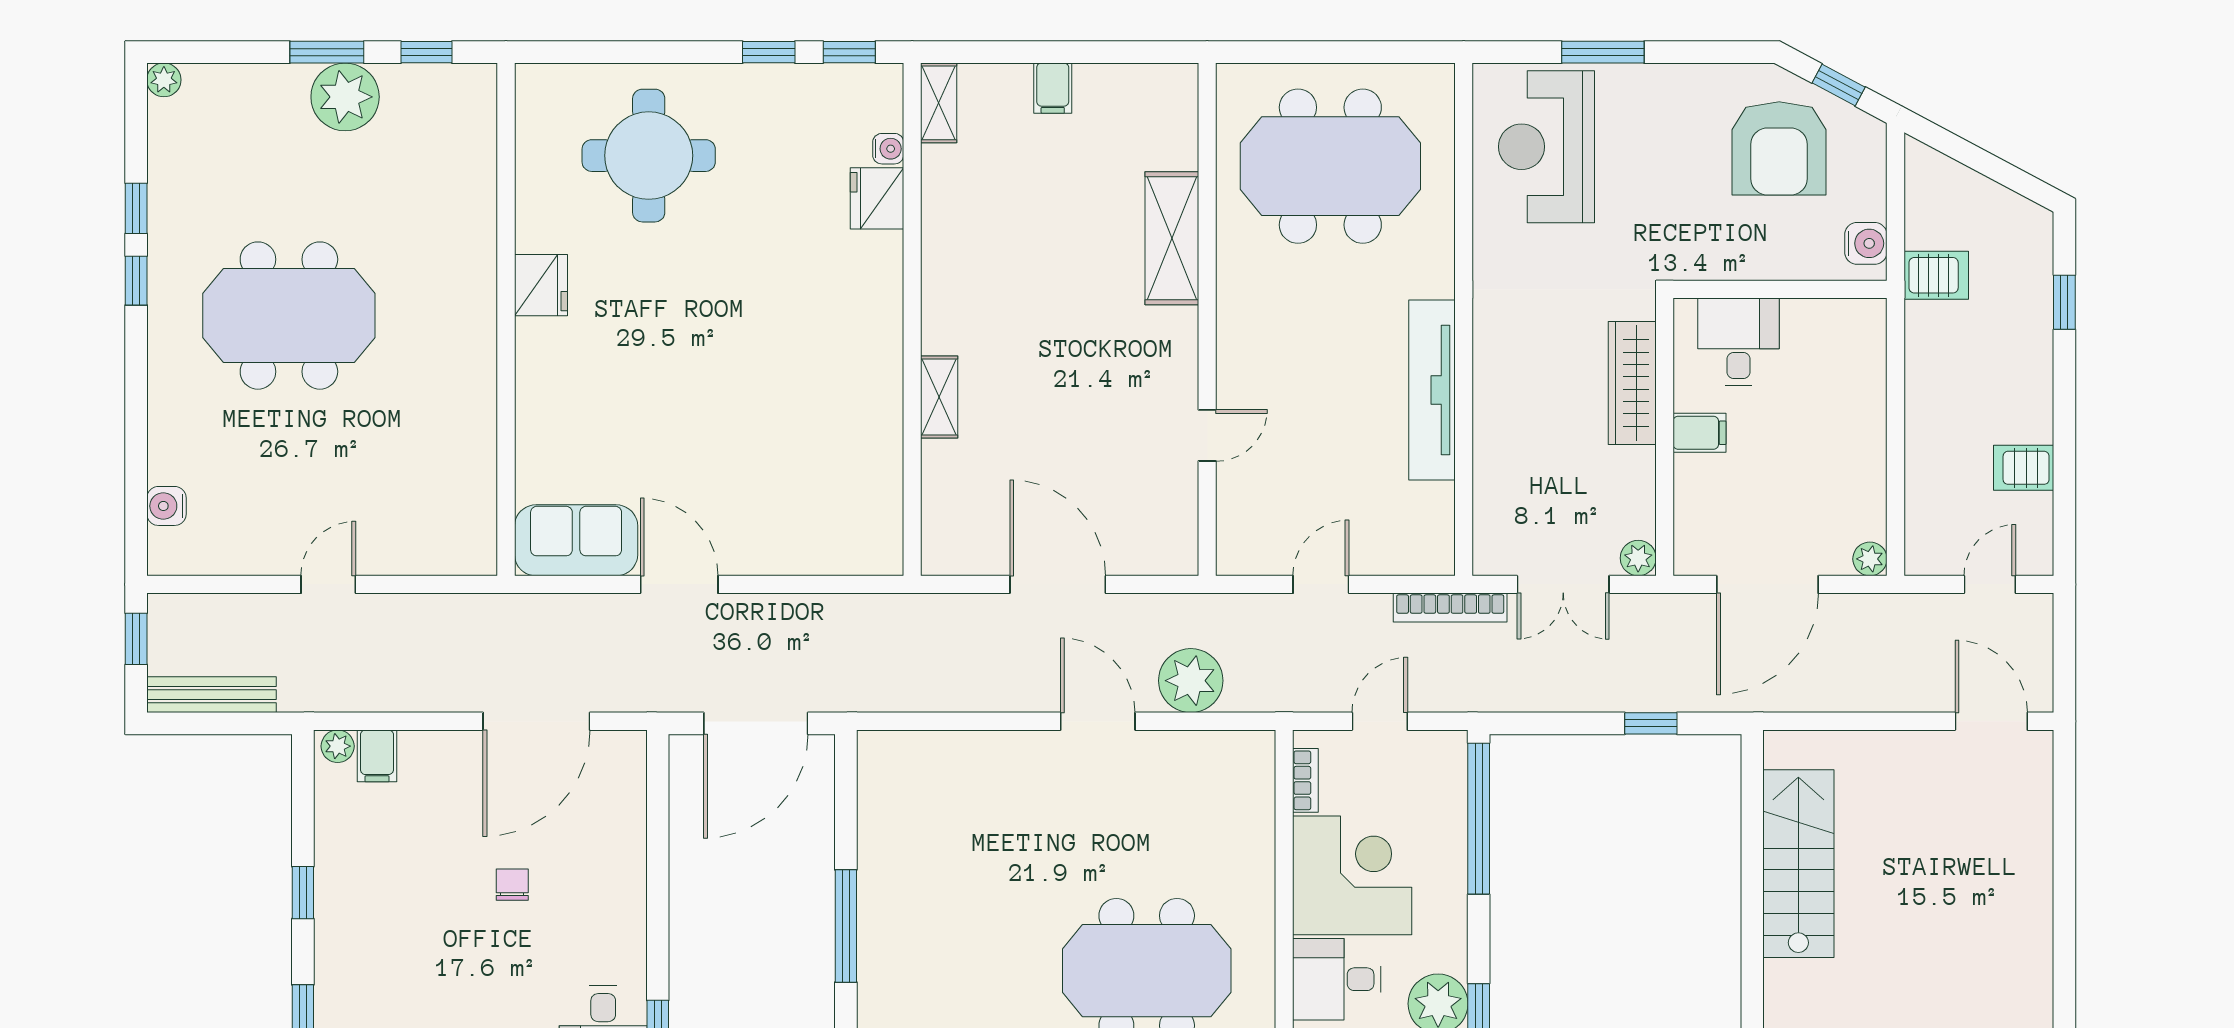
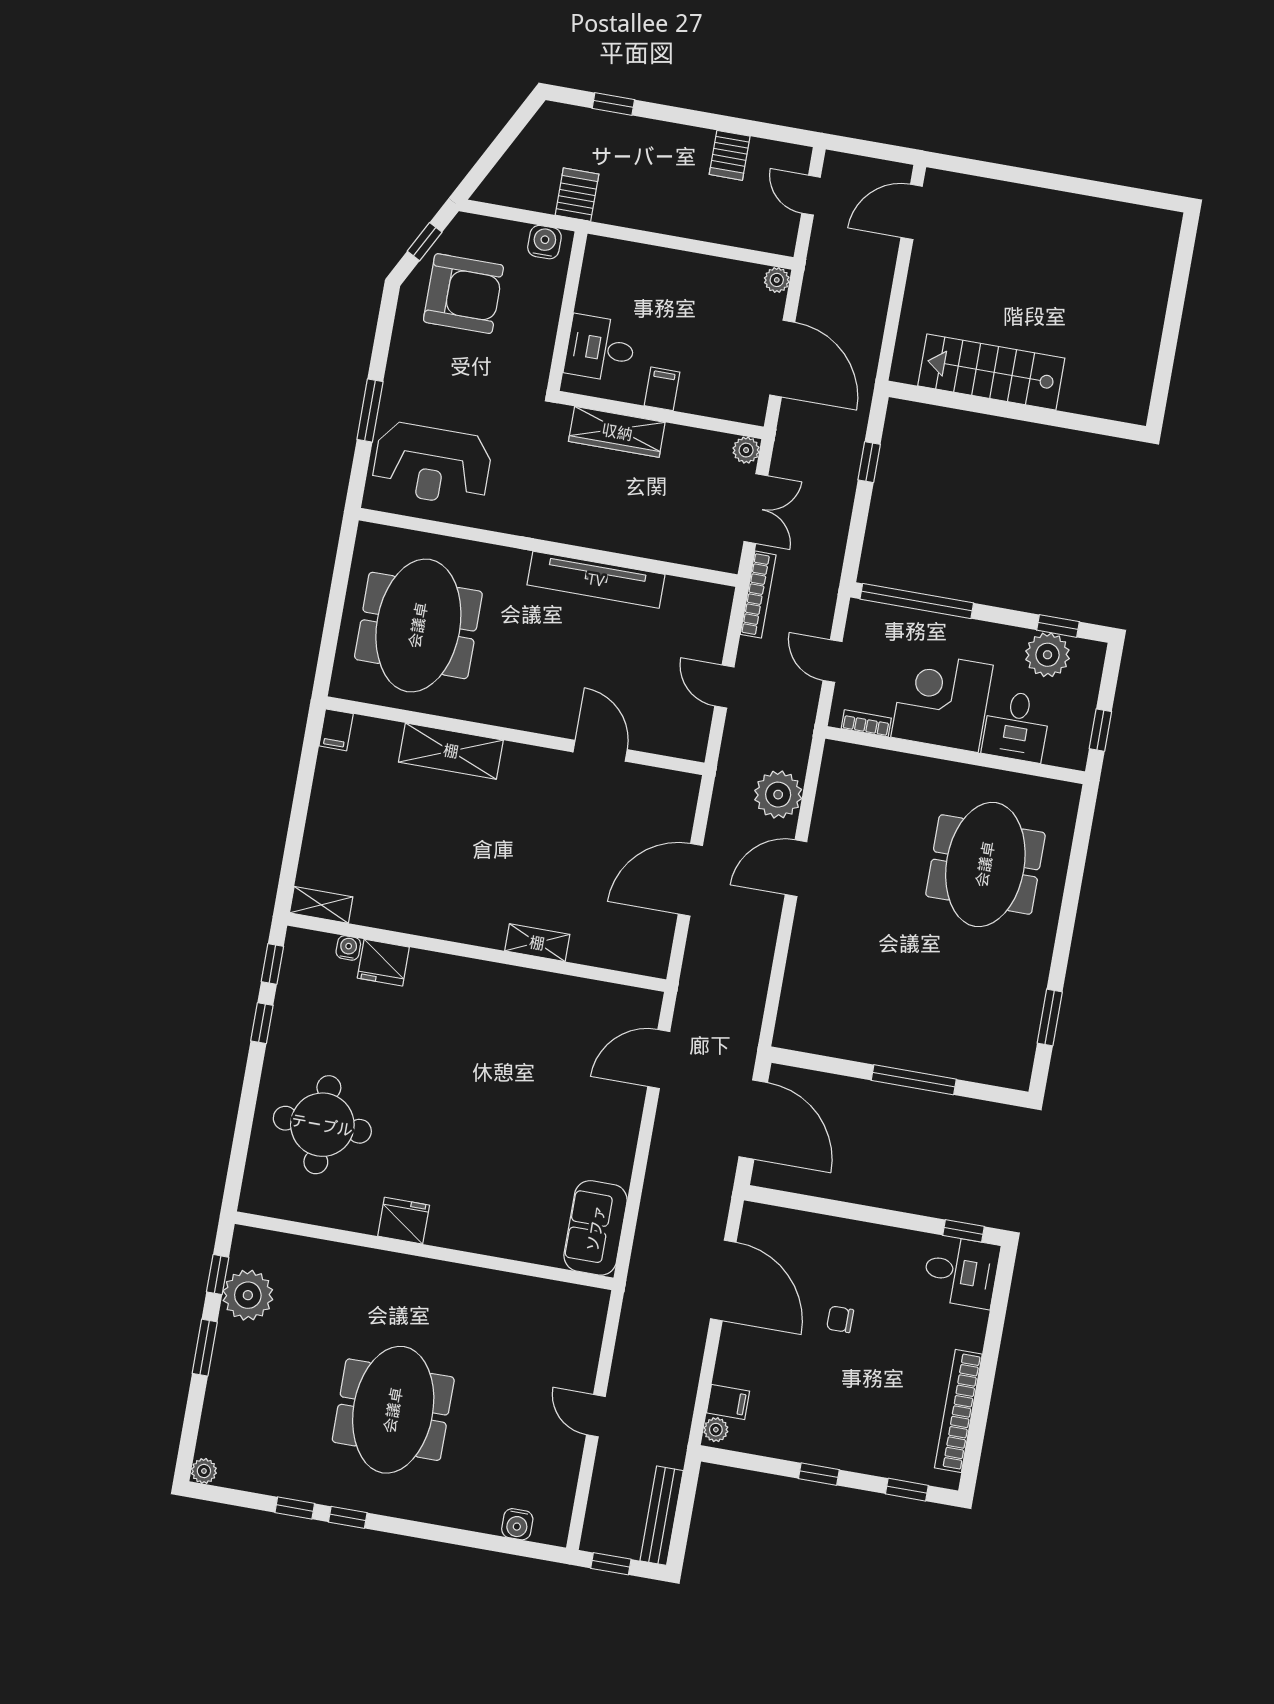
filing cabinet: (1053, 88) -> (336, 730), moved, turned 90
plant: (345, 97) -> (248, 1295), moved
door: (1207, 435) -> (600, 751), width x1.38
door: (679, 584) -> (659, 1059), moved

